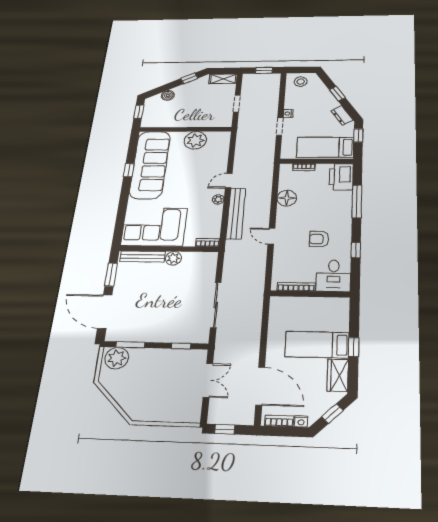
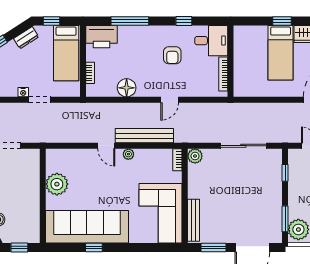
plant: (173, 258) -> (195, 156), moved

